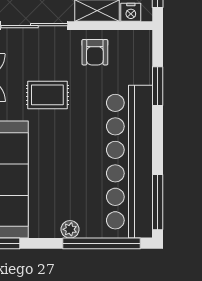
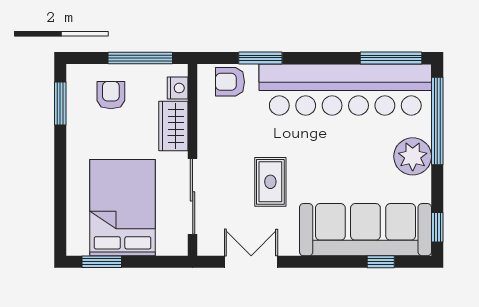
armchair: (95, 52) -> (230, 82), moved, turned 180
plant: (70, 229) -> (413, 156), width x1.88, depth x1.88

